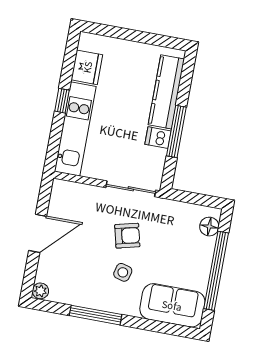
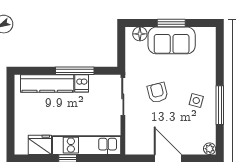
window: (216, 271) -> (171, 23), width x0.47
side table: (123, 272) -> (196, 101), moved
sofa: (172, 305) -> (172, 40), moved, turned -90

